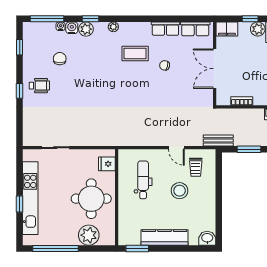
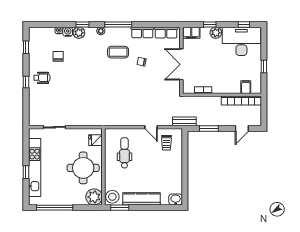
window: (47, 19) -> (118, 24), moved
stool: (180, 191) -> (112, 197), moved
plant: (89, 235) -> (94, 197), moved

